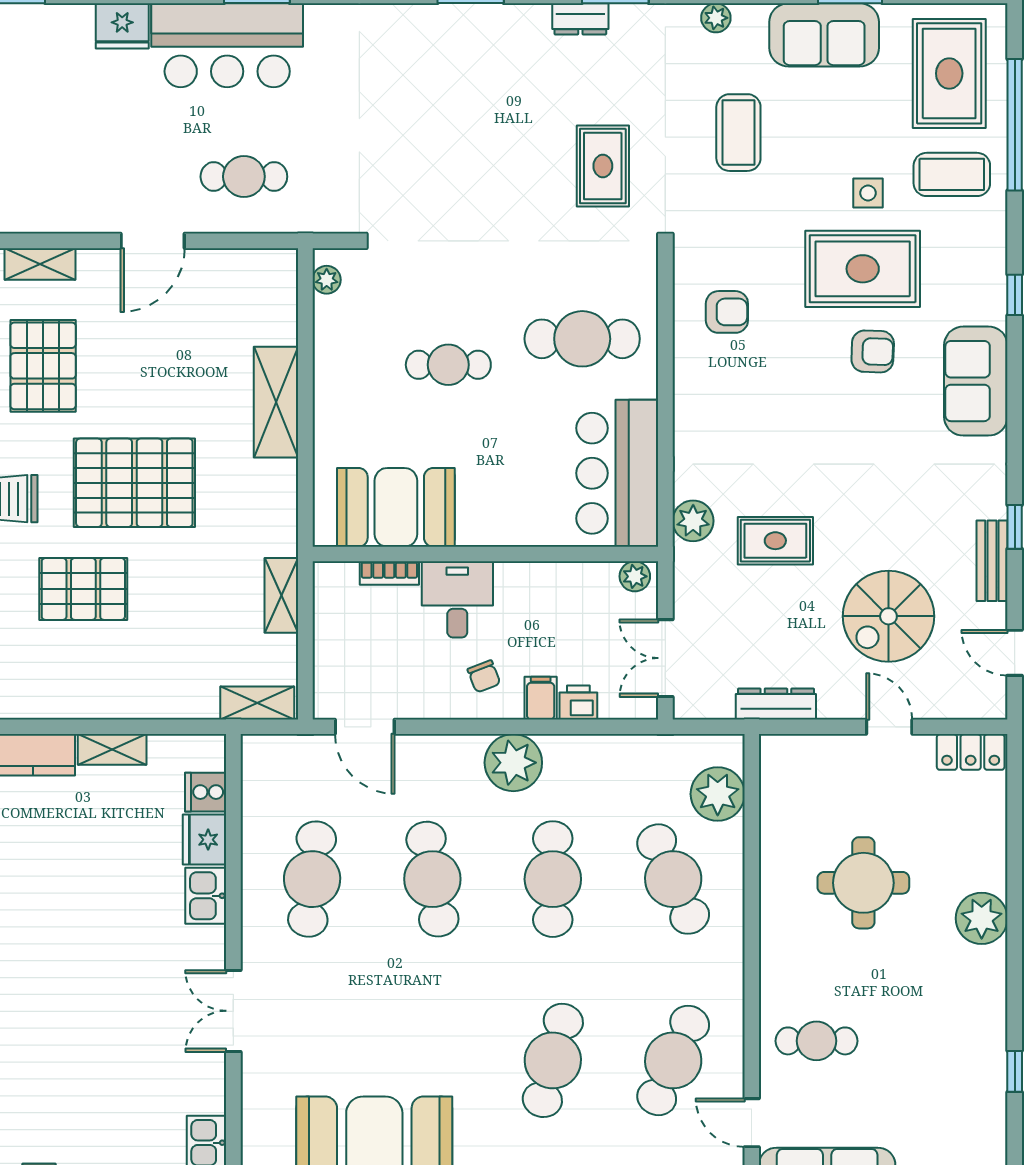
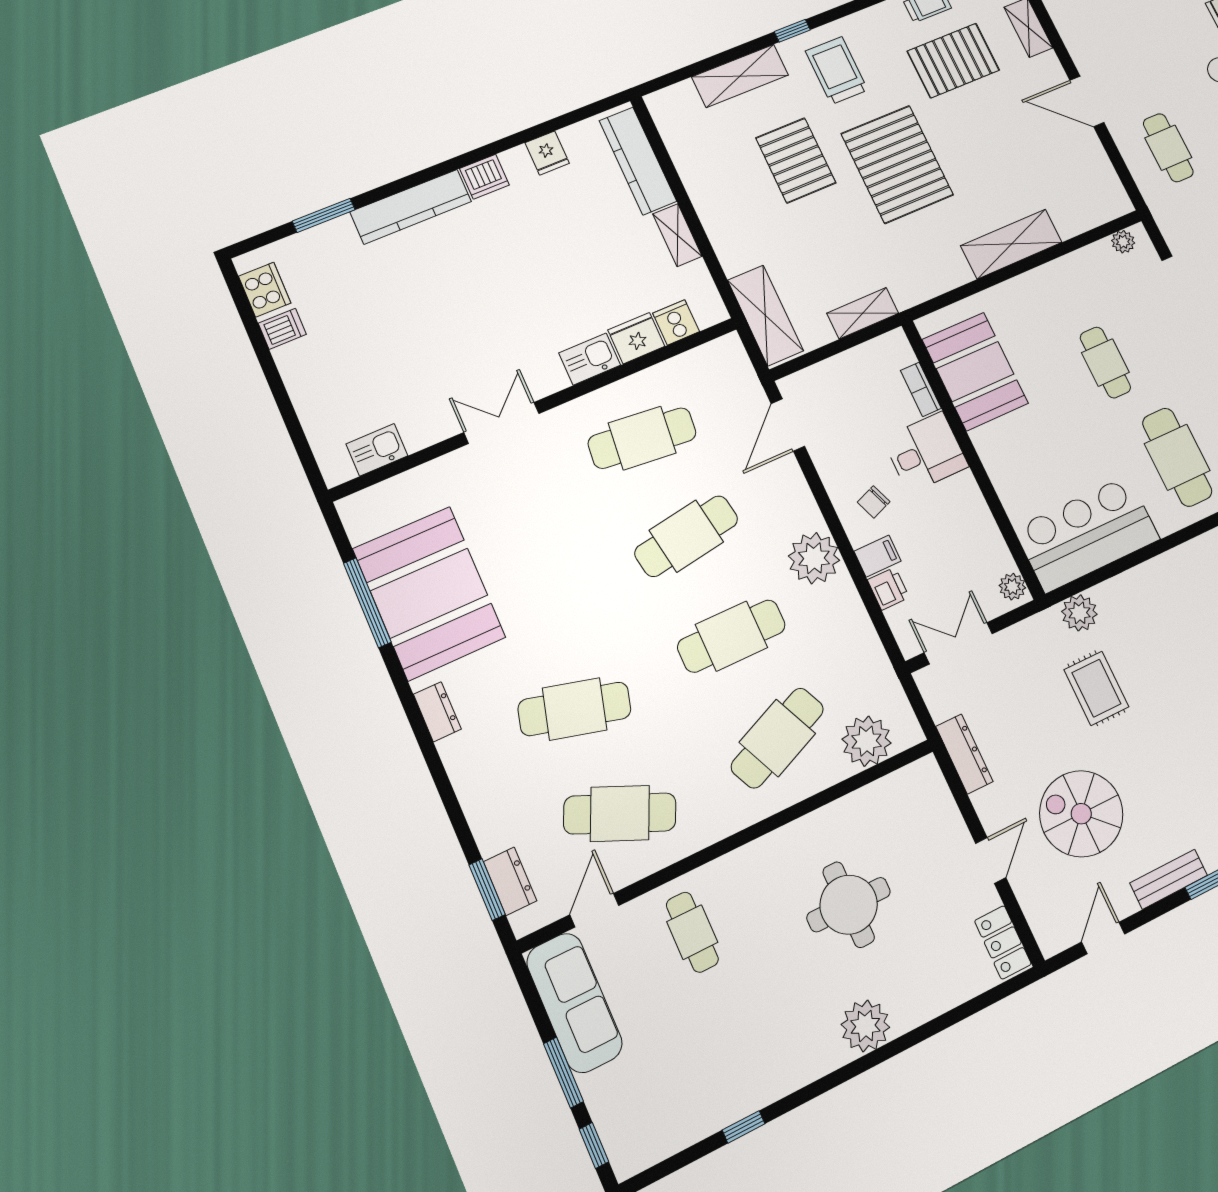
shelving: (257, 703) -> (765, 315), width x1.50, depth x1.33

